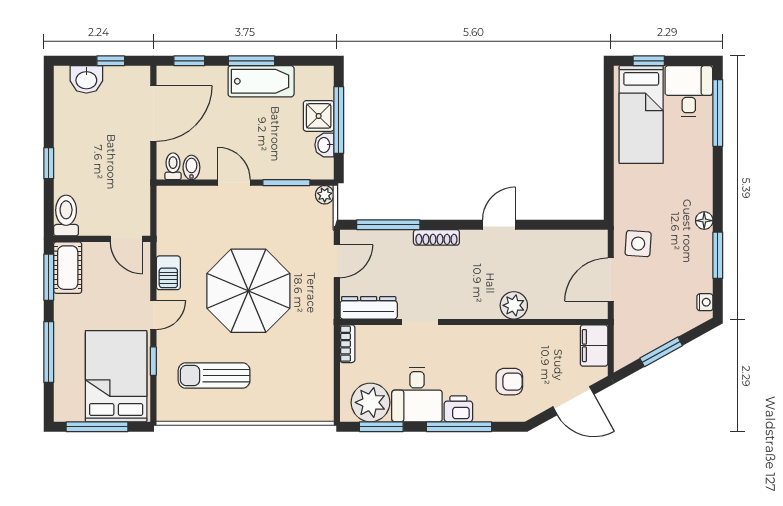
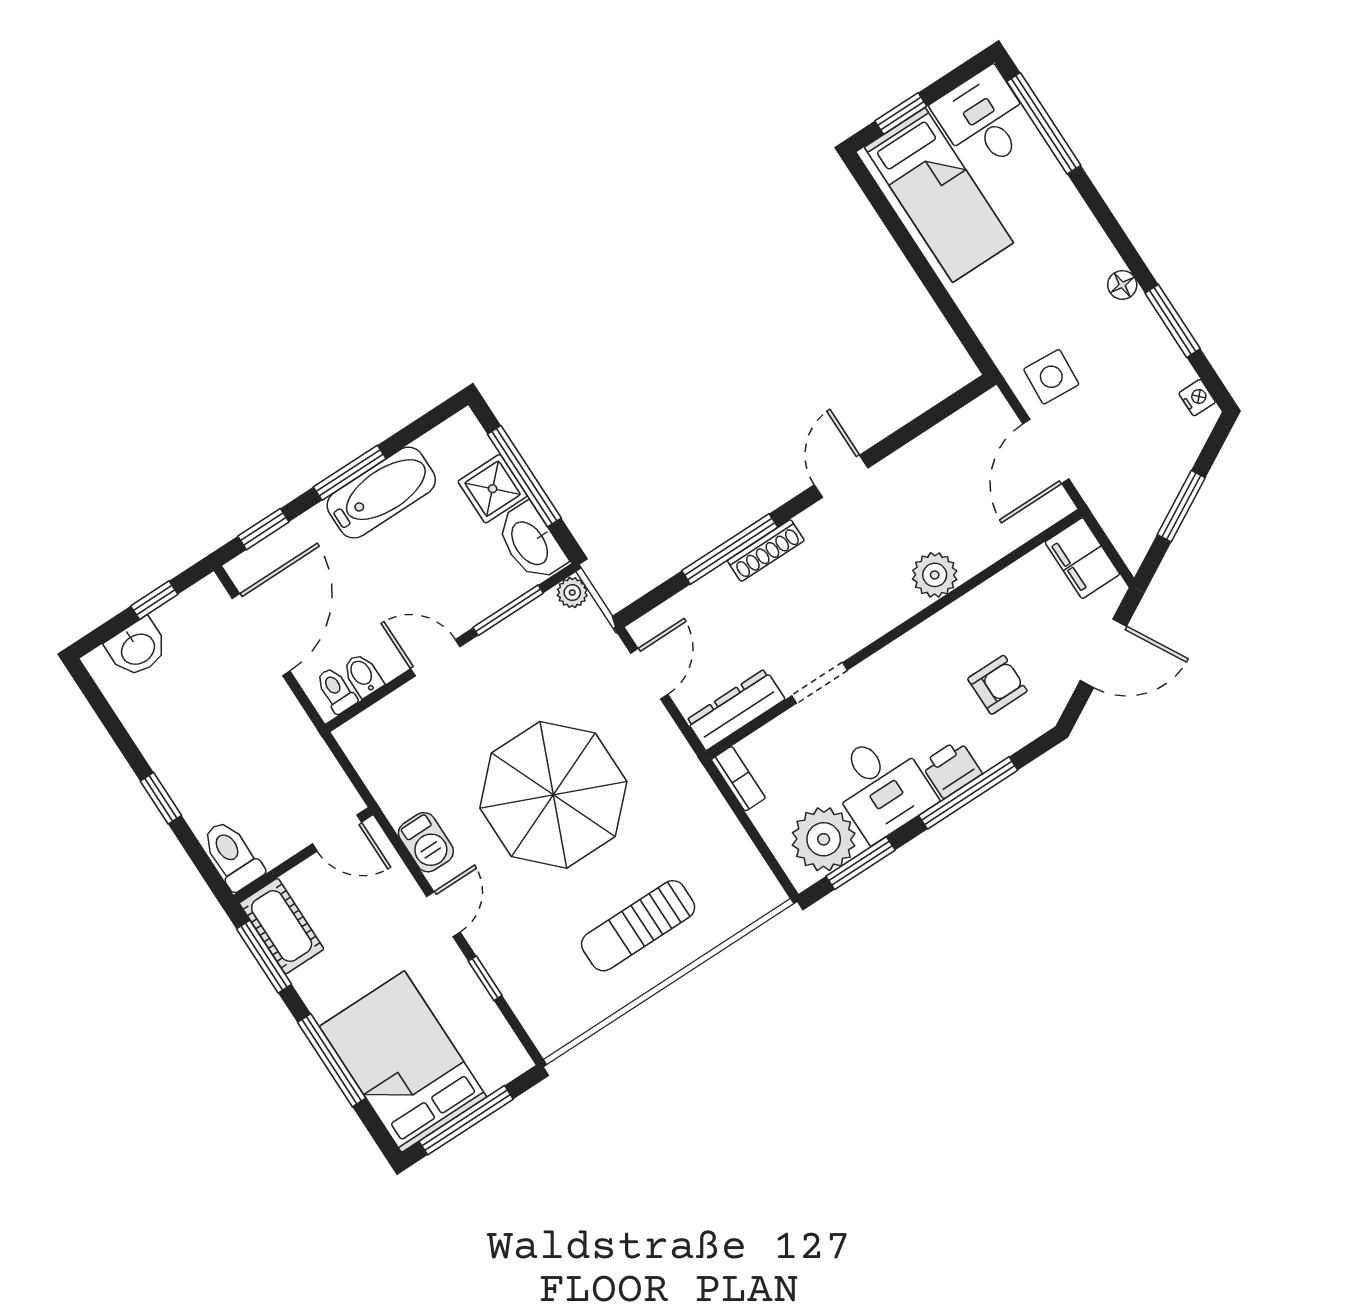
washbasin: (324, 145) -> (531, 543), width x1.91, depth x1.45
window: (388, 225) -> (730, 549), moved
sun lounger: (214, 375) -> (638, 926), moved
bed: (116, 376) -> (403, 1062), moved

